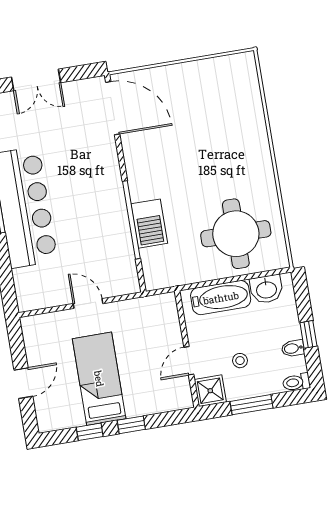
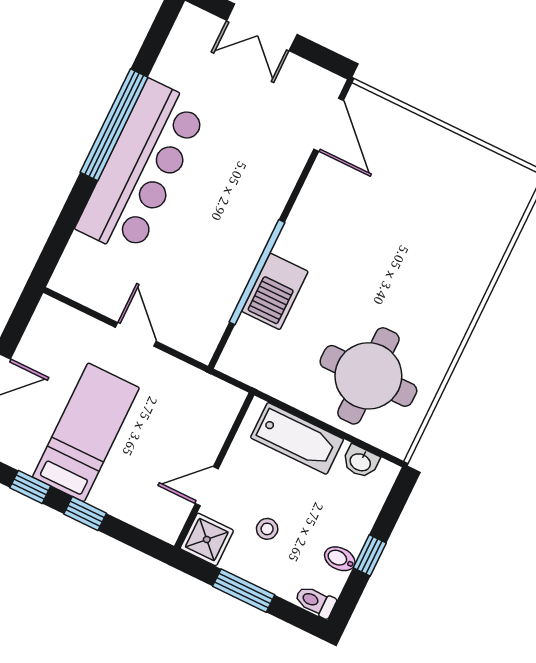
door: (113, 108) -> (329, 125), width x0.73
washbasin: (266, 289) -> (361, 462), width x0.72, depth x0.69

